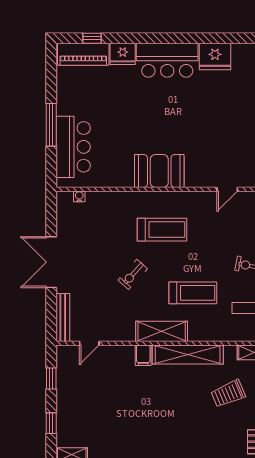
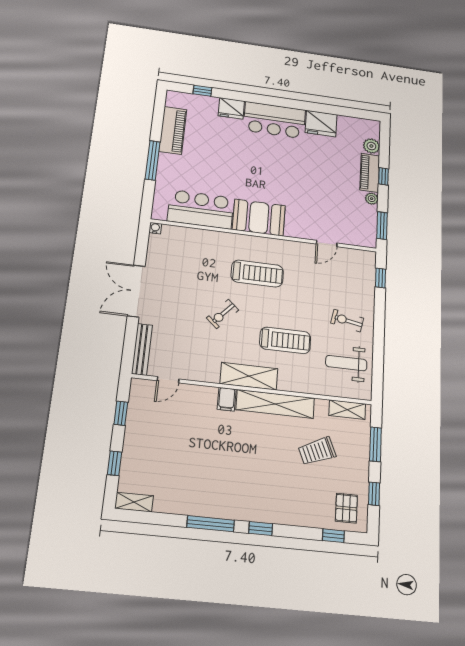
piano: (83, 54) -> (173, 130), moved, turned -90
bar counter: (73, 147) -> (201, 209), moved, turned -90
water cooler: (79, 196) -> (155, 228), moved

